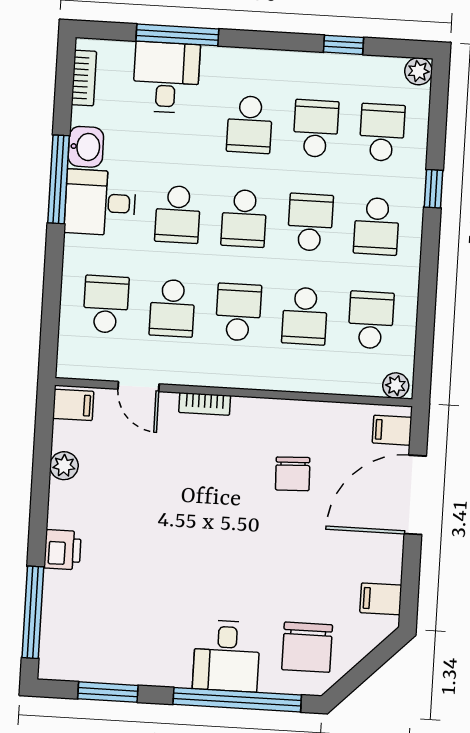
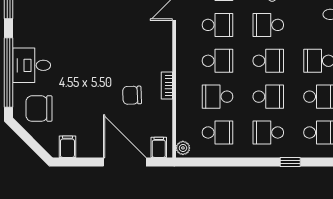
school desk: (244, 218) -> (268, 61), turned 180
school desk: (172, 308) -> (218, 25), turned 180
bookcase: (205, 404) -> (167, 86), moved

